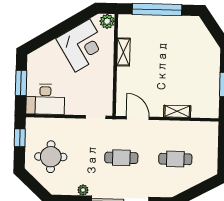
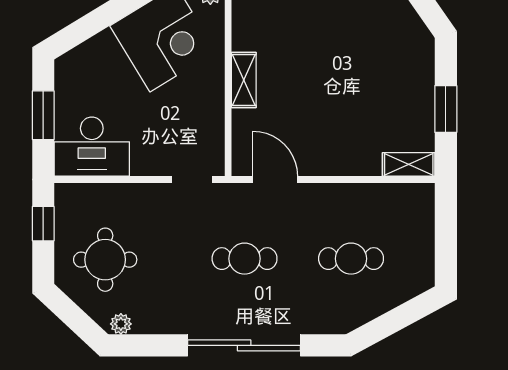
shelving: (123, 52) -> (244, 80), moved
shelving: (177, 111) -> (409, 164), moved
plant: (83, 190) -> (121, 324), moved

